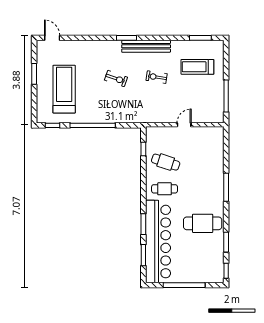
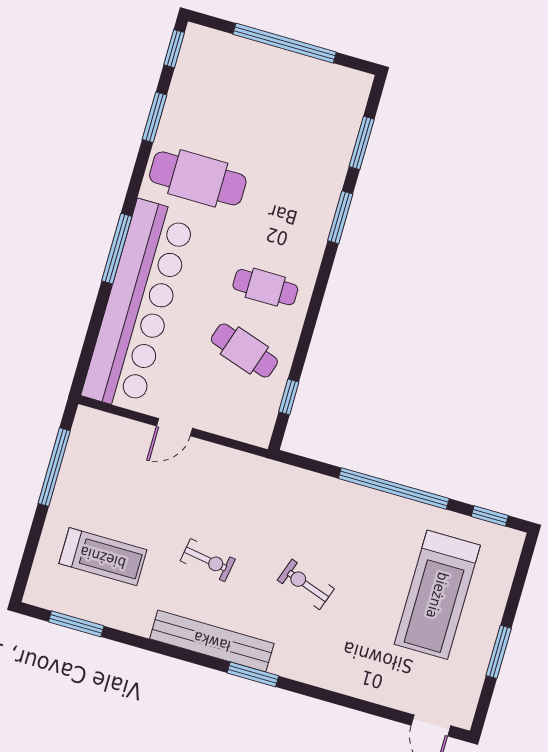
bar counter: (158, 242) -> (139, 305), moved, turned 180

